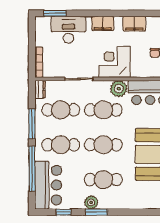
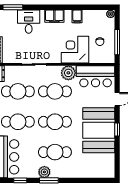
filing cabinet: (134, 24) -> (77, 16), width x0.50
desk: (68, 30) -> (29, 22), width x0.73
corner desk: (114, 62) -> (75, 50), moved

